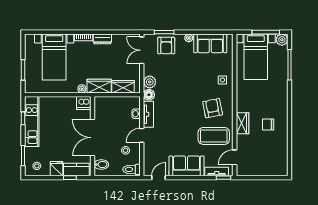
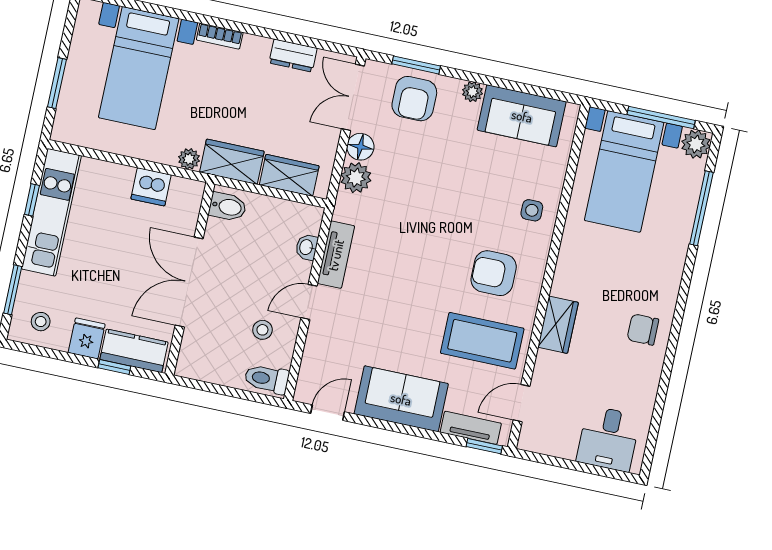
dresser: (102, 39) -> (293, 56), moved
floor lamp: (149, 95) -> (360, 147), moved
dishwasher: (84, 103) -> (151, 187), moved
armchair: (213, 108) -> (494, 273), turned -79
chair: (268, 124) -> (643, 329), moved
desk: (272, 164) -> (608, 439), added
bidet: (101, 165) -> (228, 207), moved

